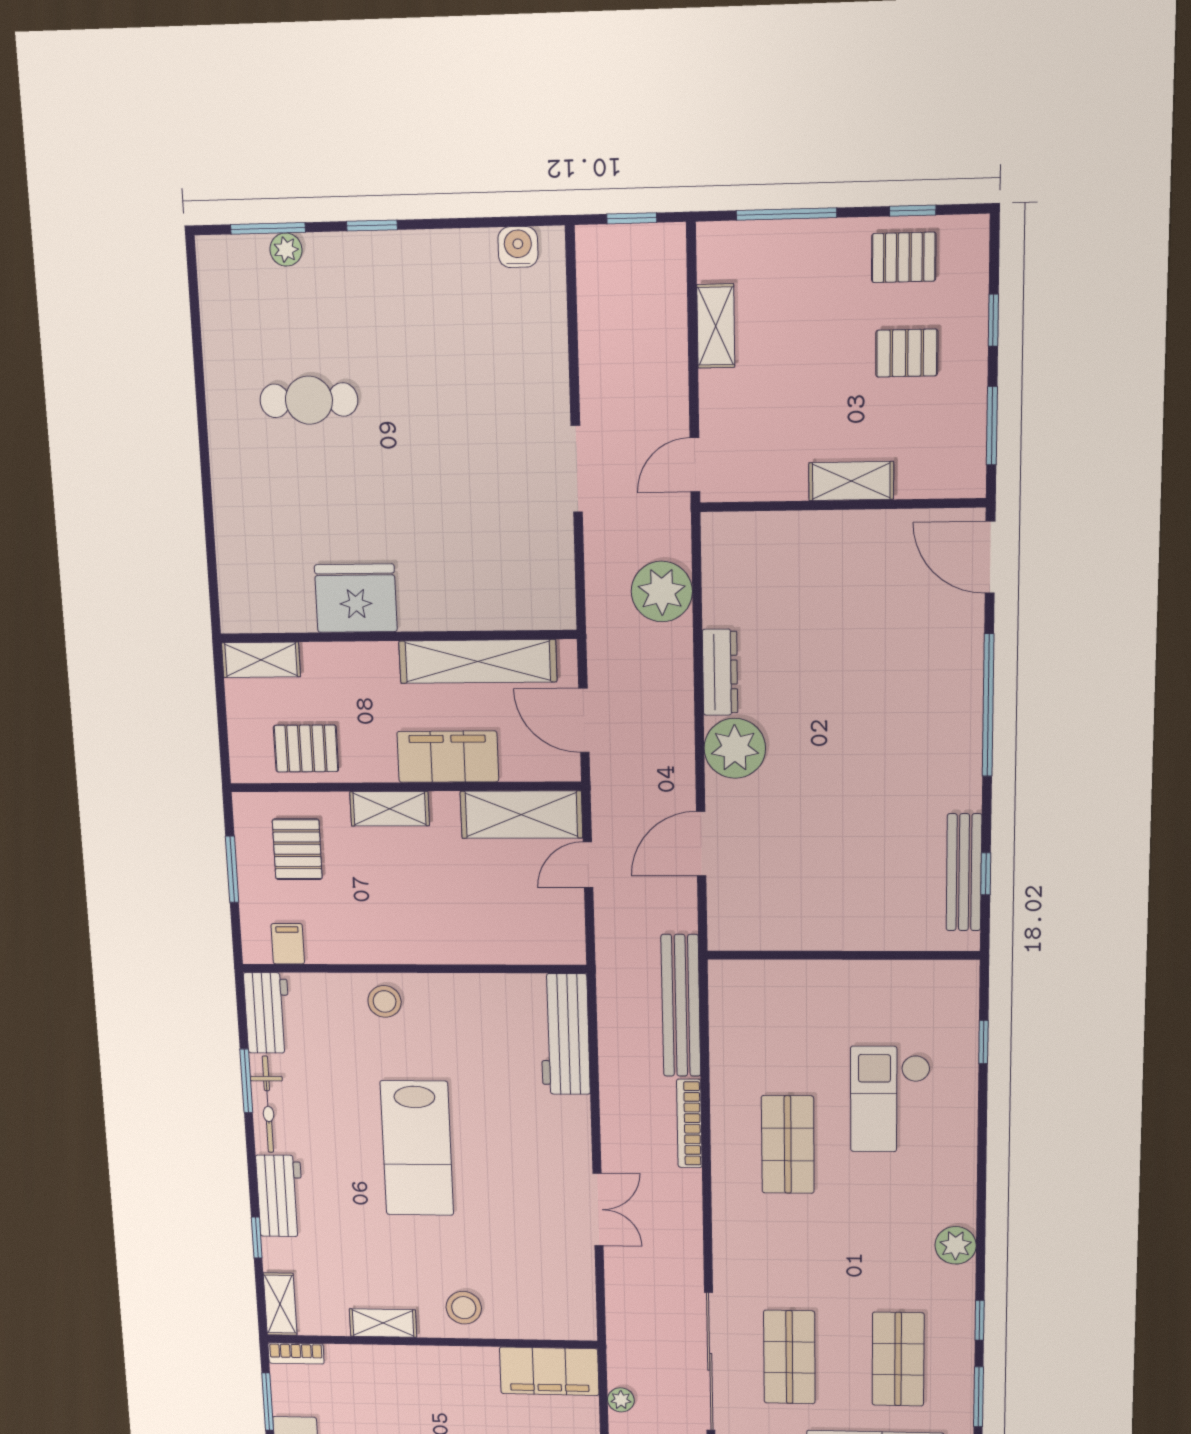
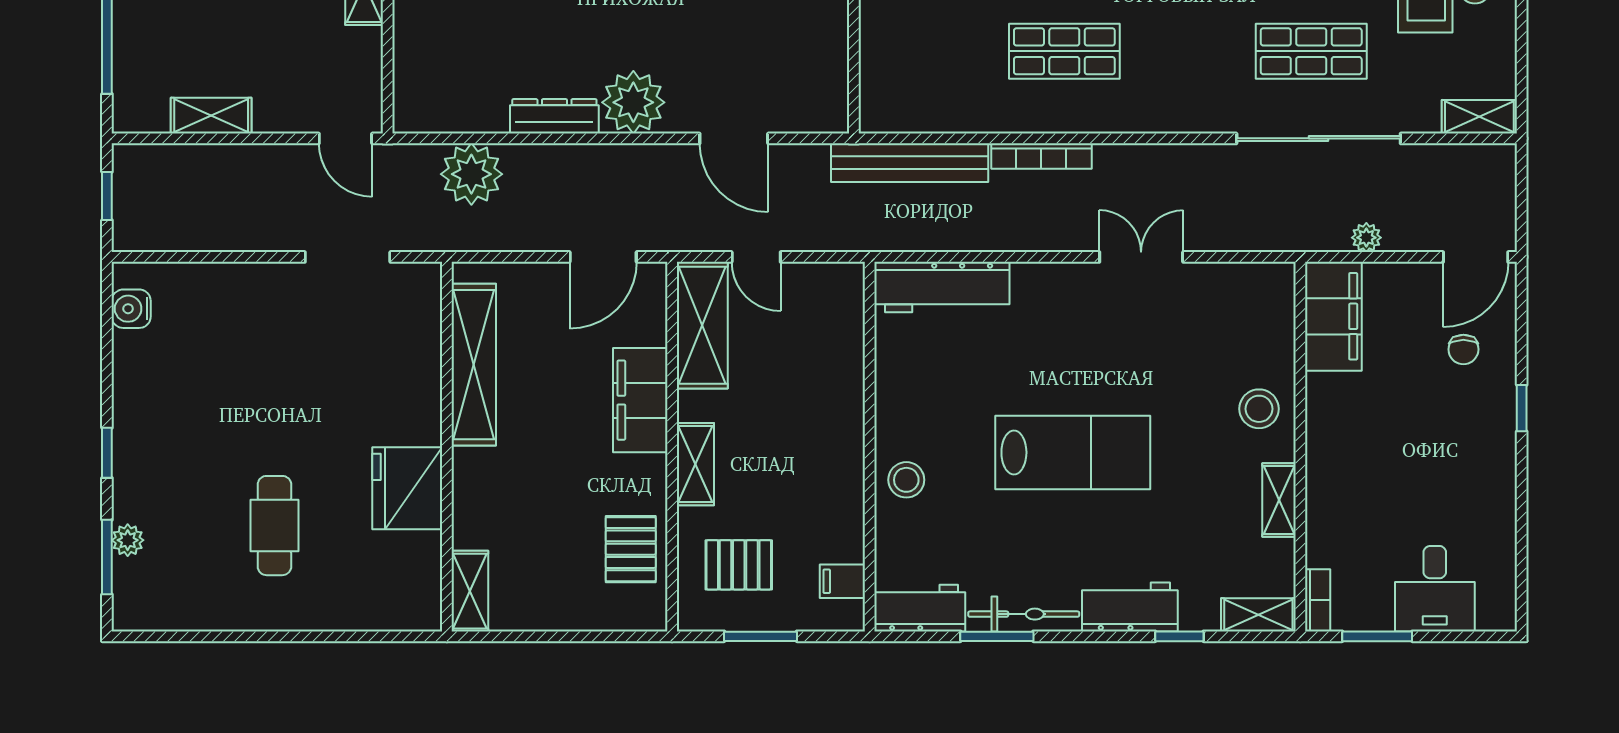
fridge: (356, 598) -> (407, 488), moved
wall: (398, 636) -> (447, 447), moved
shelving: (261, 660) -> (470, 591), moved
shelving: (478, 661) -> (474, 365), moved

